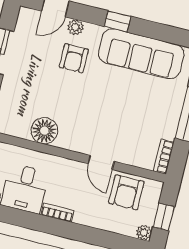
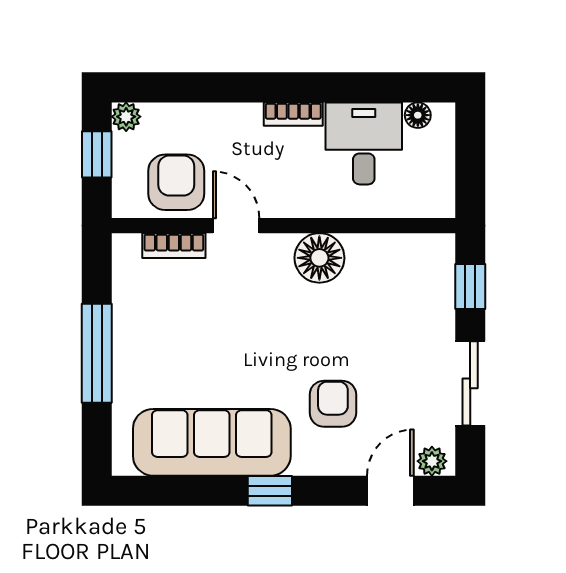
plant: (75, 27) -> (432, 461), moved
floor lamp: (44, 131) -> (319, 258), moved
bookcase: (164, 157) -> (174, 246), moved, turned 90

